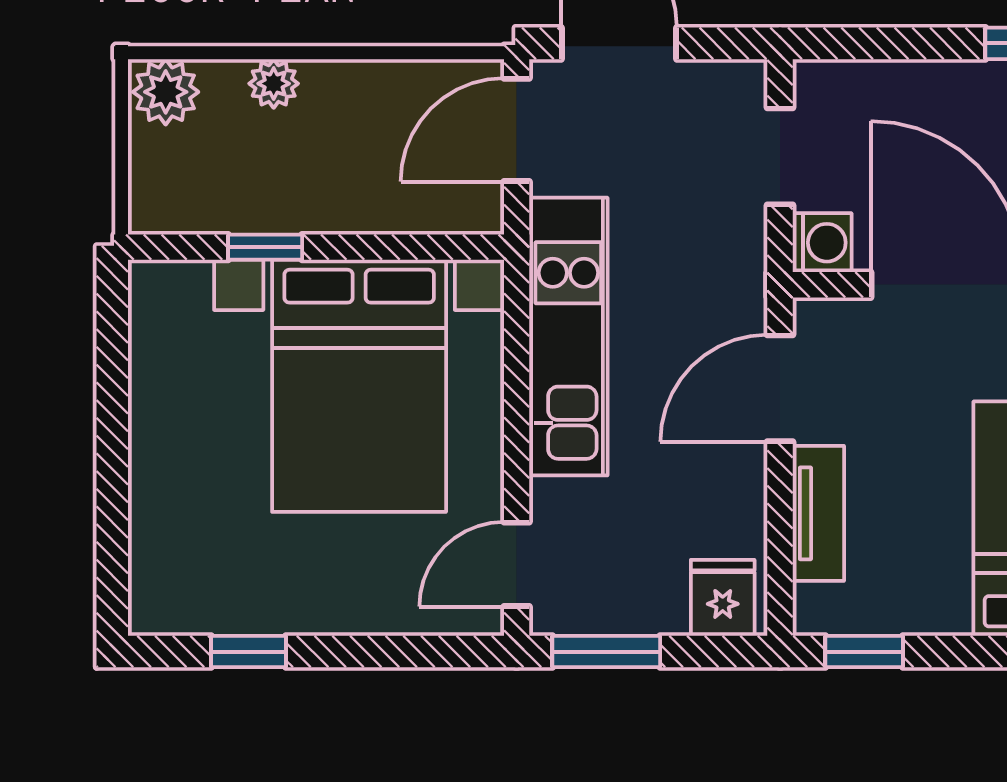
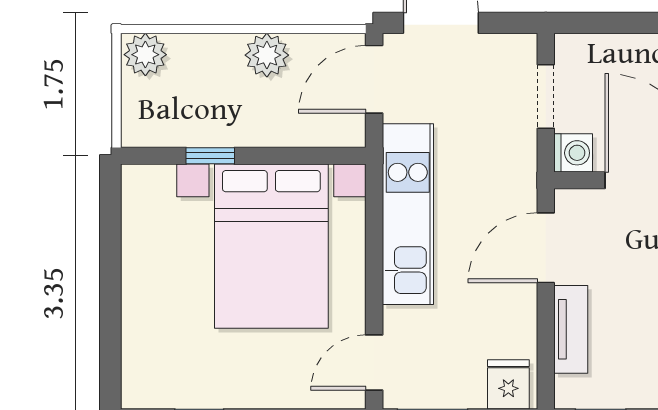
plant: (274, 84) -> (267, 55), moved, width x1.38, depth x1.38

